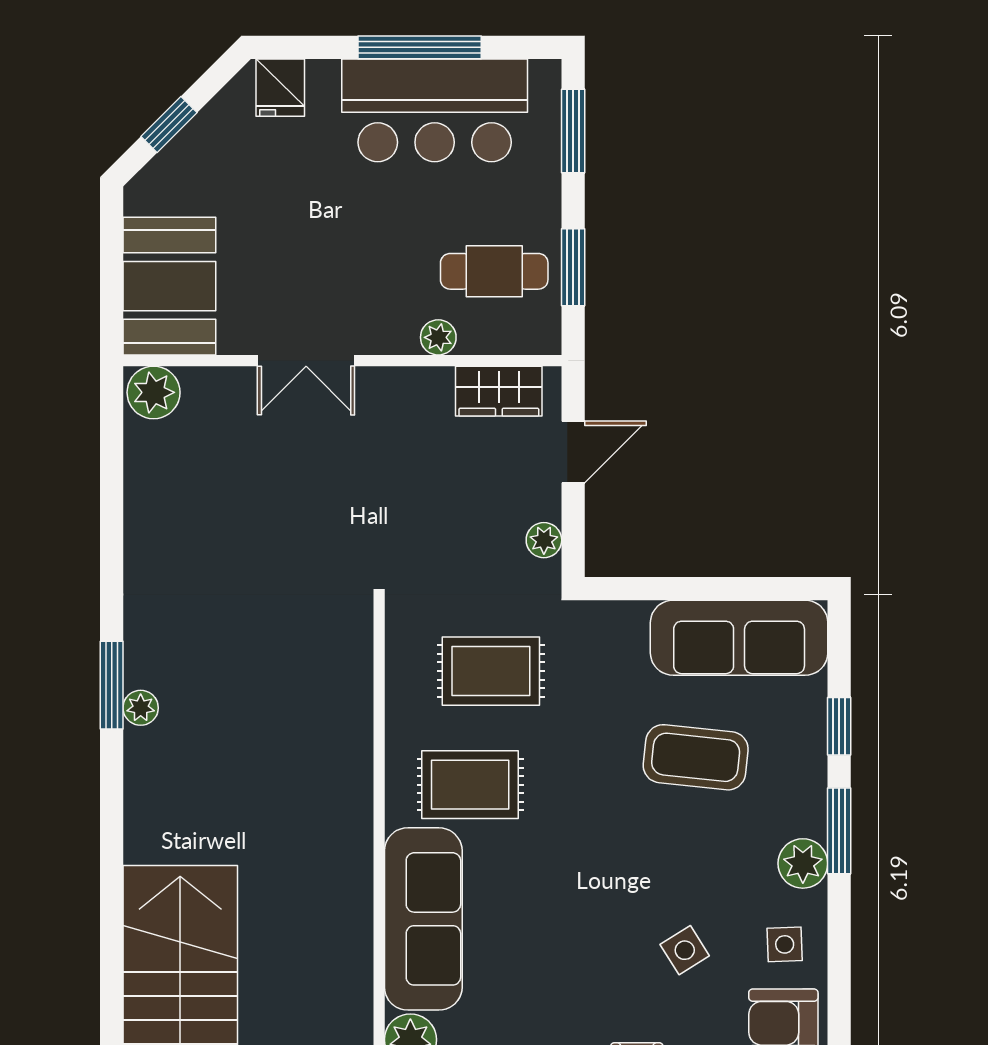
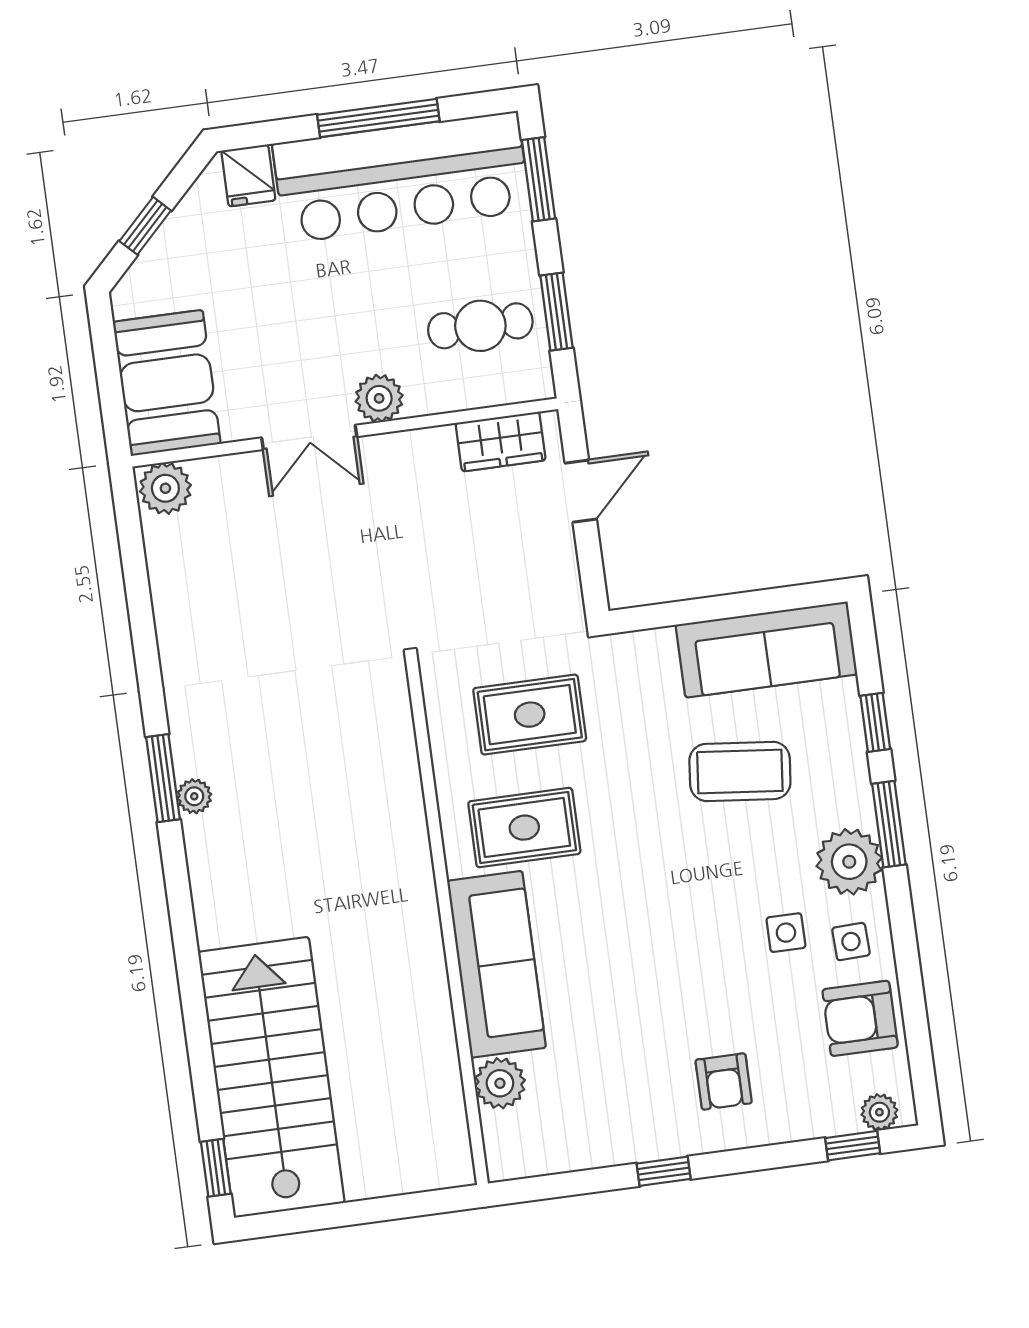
bar counter: (435, 110) -> (401, 177), width x1.36
plant: (438, 337) -> (379, 398), moved, width x1.38, depth x1.38
plant: (544, 540) -> (564, 580), removed
plant: (803, 863) -> (849, 862), width x1.36, depth x1.36
side table: (685, 950) -> (786, 933), moved, turned 32

